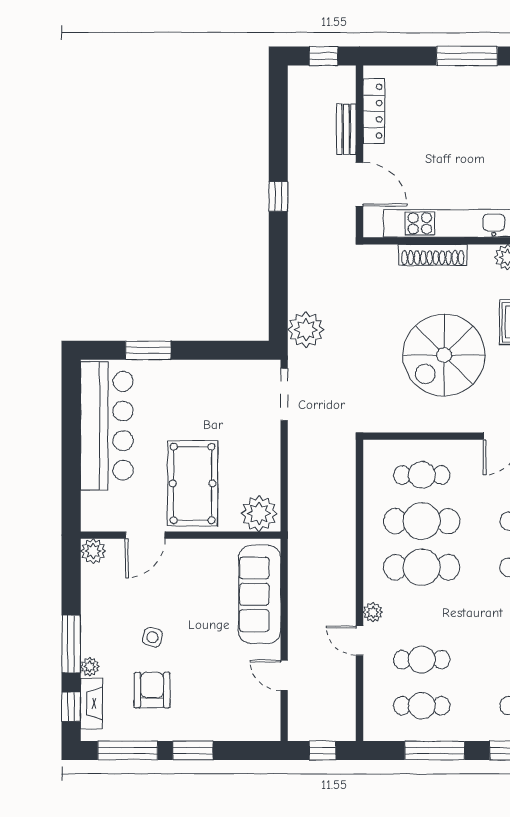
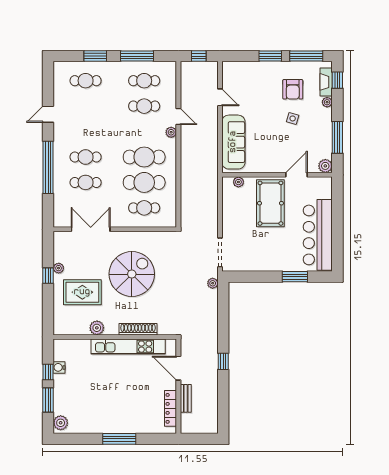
window: (324, 56) -> (198, 439), removed
plant: (306, 330) -> (213, 283), width x0.53, depth x0.53
plant: (259, 513) -> (238, 182), width x0.53, depth x0.53
window: (71, 644) -> (337, 137), moved

